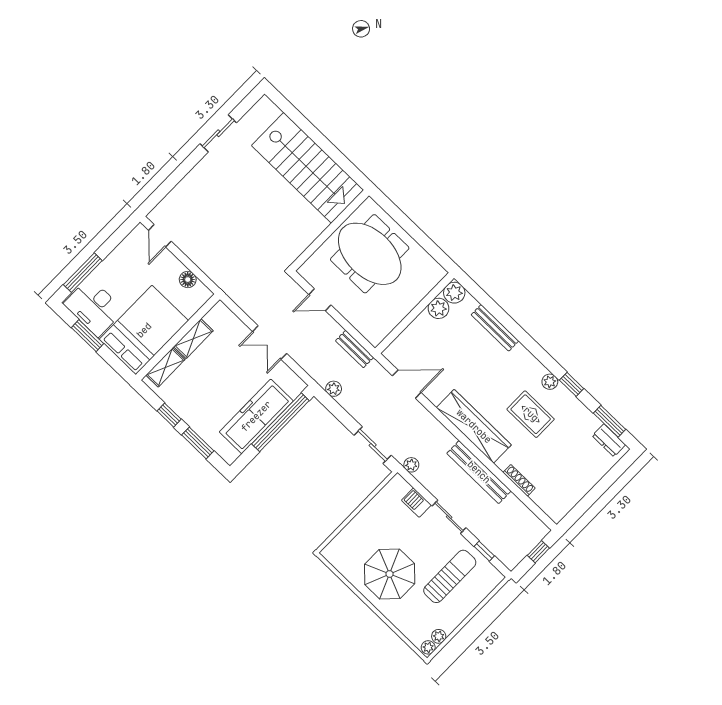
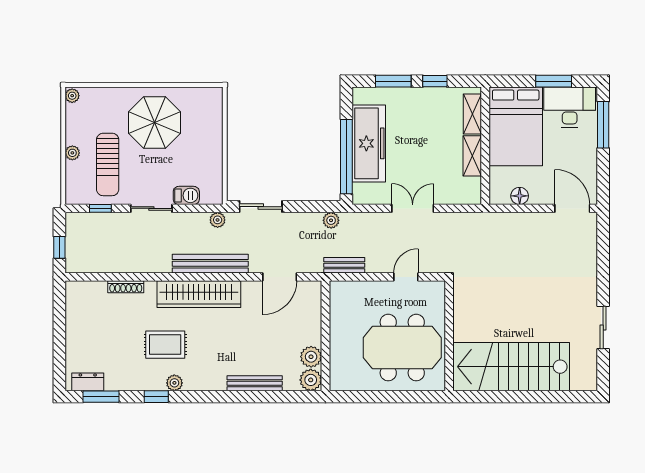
door: (160, 236) -> (572, 208), width x1.38
bench: (479, 472) -> (210, 264), moved
plant: (439, 636) -> (72, 153), moved

